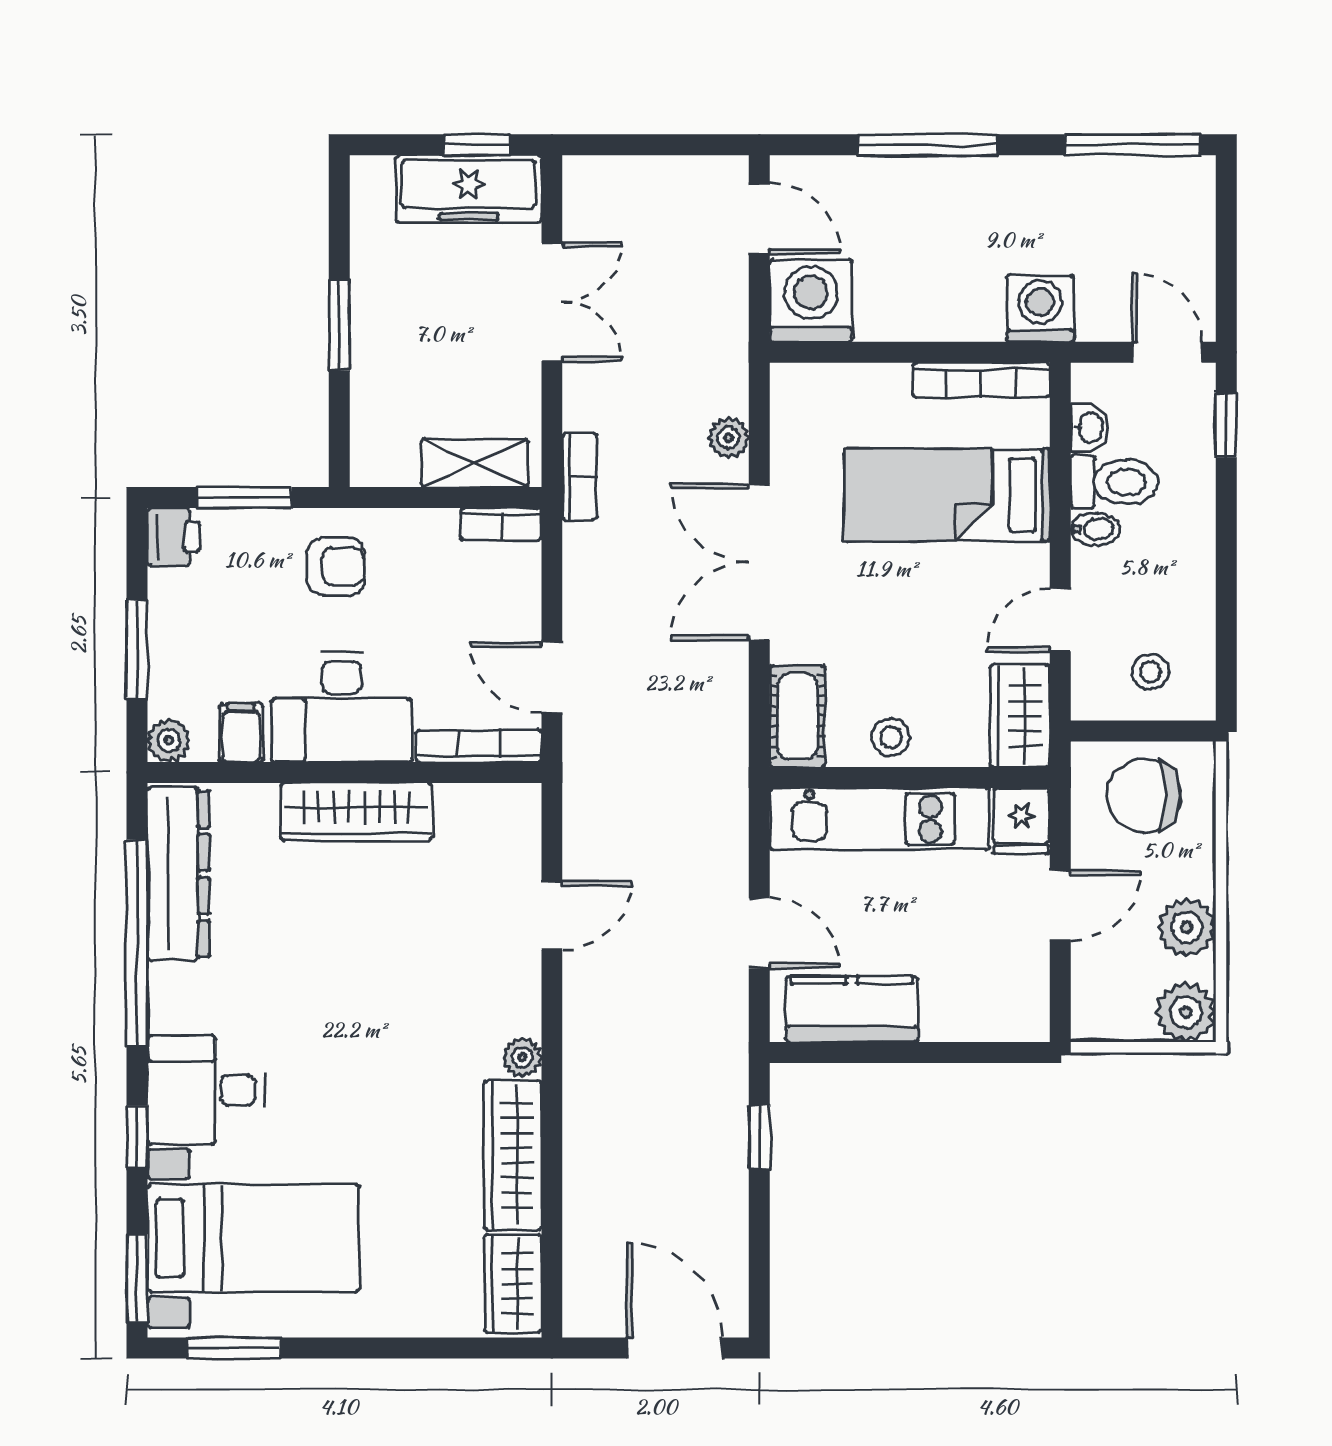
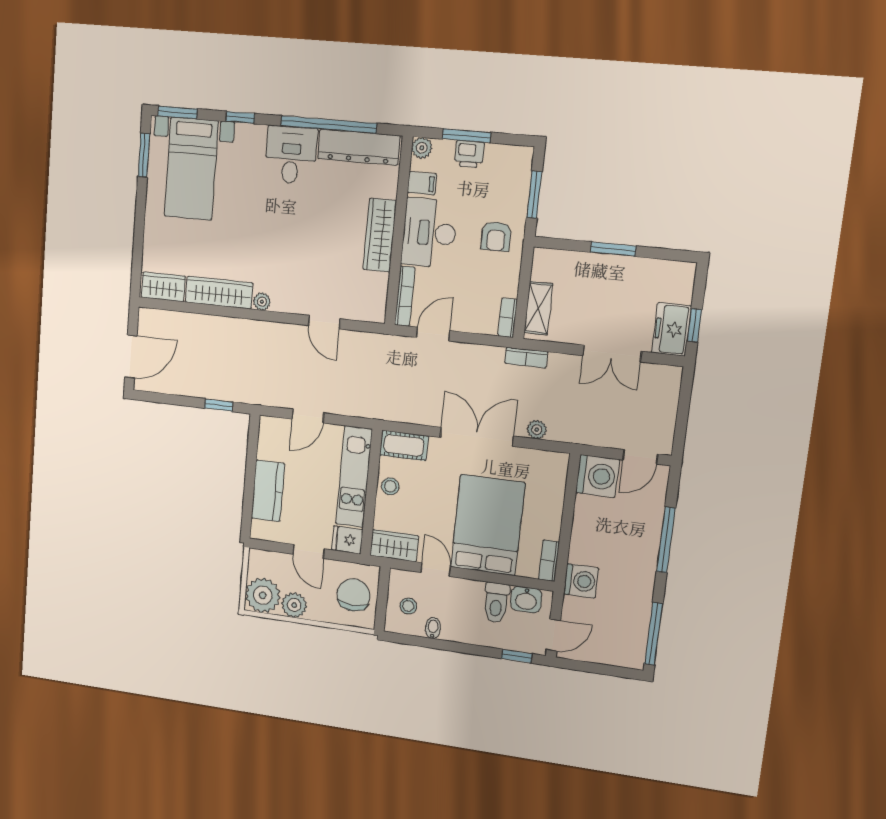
freezer: (469, 189) -> (672, 329), width x0.71
bookcase: (981, 380) -> (549, 561), width x0.64
washbasin: (1089, 428) -> (526, 600), width x1.38, depth x1.45
bed: (947, 495) -> (488, 525), width x1.50
bidet: (1095, 529) -> (433, 628), moved, turned 180
printer: (174, 537) -> (469, 154), moved
kitchen counter: (852, 1009) -> (268, 491), moved
plant: (1186, 1012) -> (263, 595), width x1.36, depth x1.36
desk: (206, 1090) -> (291, 155), moved

